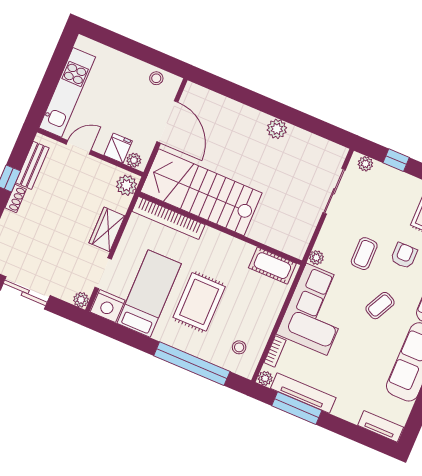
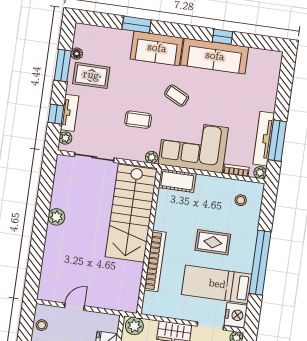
door: (167, 122) -> (74, 307), width x0.53
plant: (134, 160) -> (113, 326), removed
stairs: (201, 192) -> (131, 213), moved
bookcase: (168, 218) -> (155, 261), moved
armchair: (404, 256) -> (131, 87), removed
cot: (272, 266) -> (177, 181), moved, turned 90
rug: (199, 302) -> (213, 242), width x0.73, depth x0.70
window: (192, 364) -> (260, 263), moved
tv unit: (381, 426) -> (70, 113), moved, turned 180

